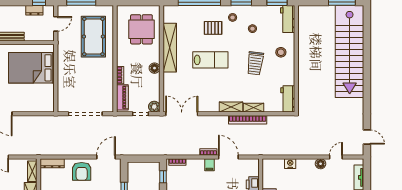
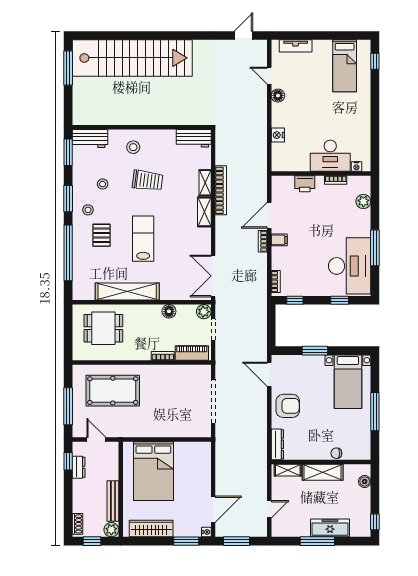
floor lamp: (154, 68) -> (169, 311), moved

